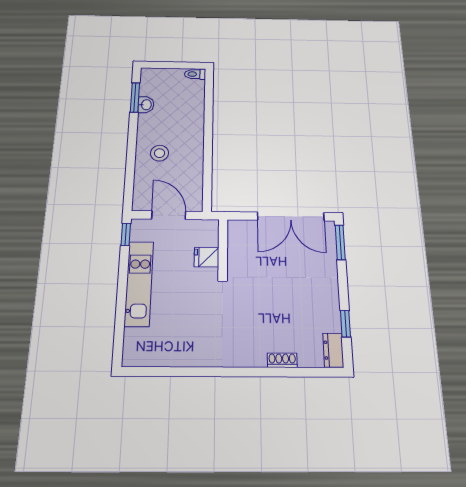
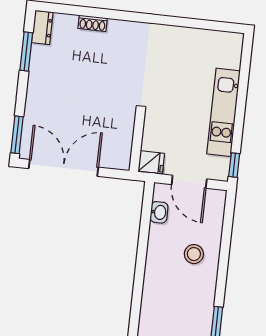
washbasin: (146, 105) -> (159, 212), moved, turned 180
fridge: (207, 257) -> (151, 162), moved
window: (345, 324) -> (26, 51), width x1.50

